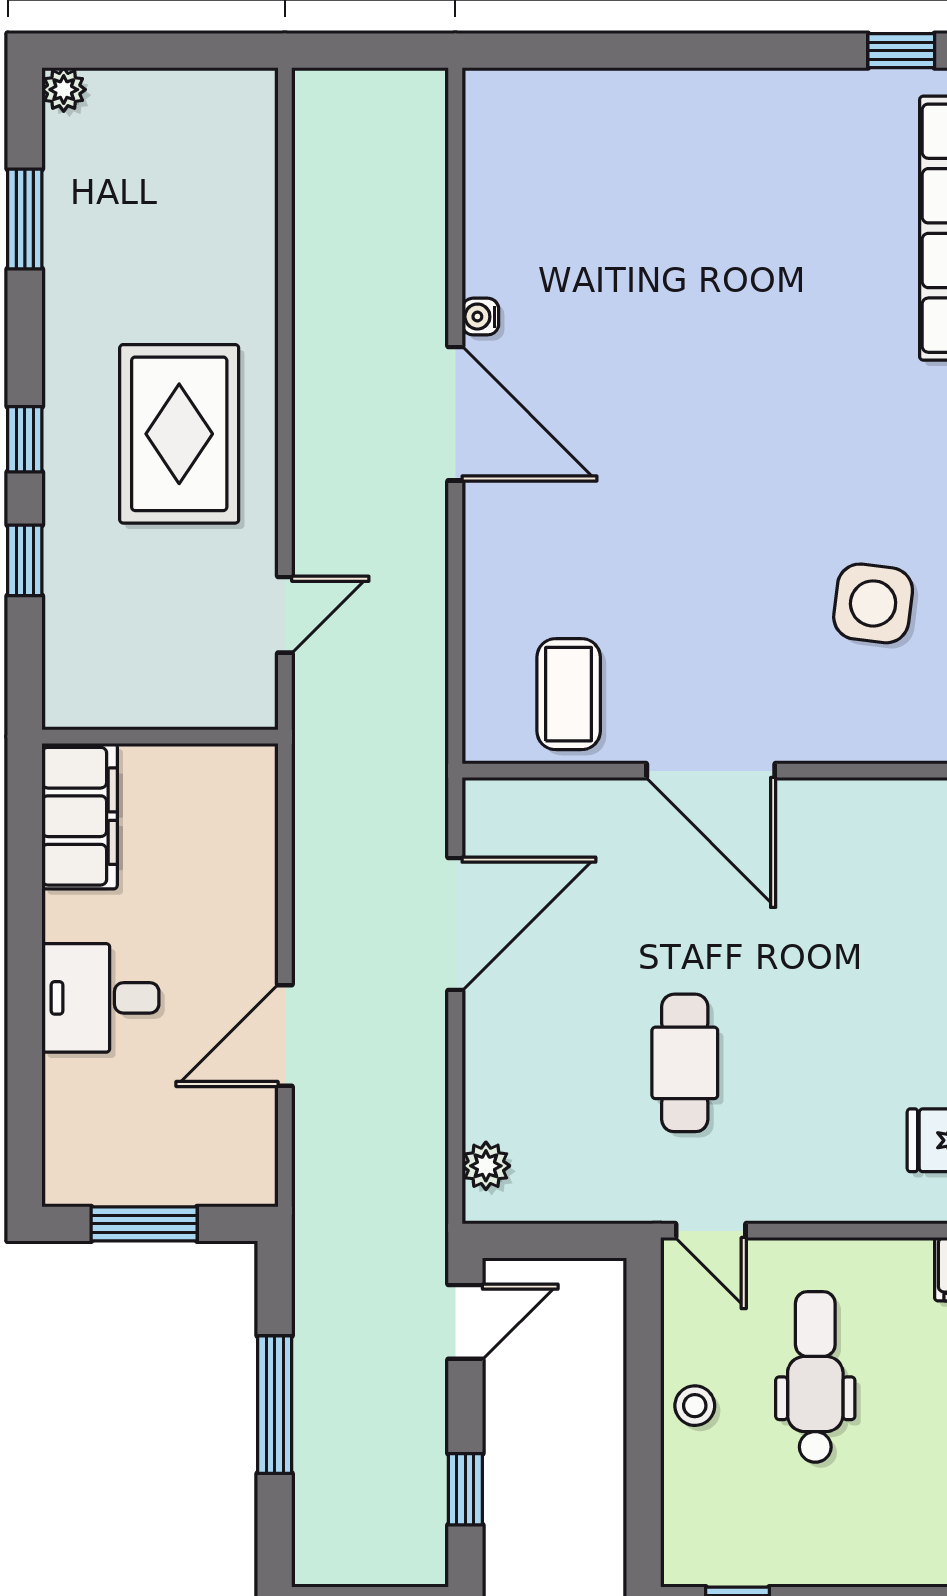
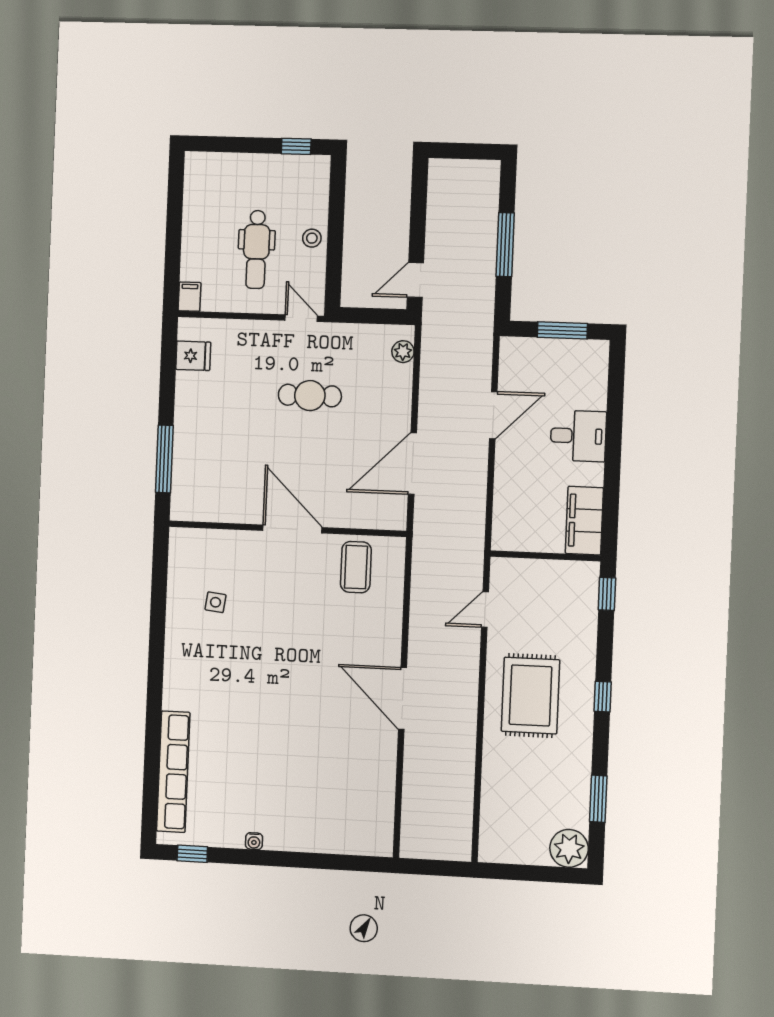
plant: (64, 90) -> (569, 848), width x1.87, depth x1.87
water cooler: (480, 317) -> (254, 841), moved, turned 90
window: (25, 560) -> (607, 594), moved
side table: (873, 603) -> (216, 602), width x0.54, depth x0.54
cafe table: (685, 1063) -> (310, 396), turned 90
window: (465, 1489) -> (419, 203), removed

